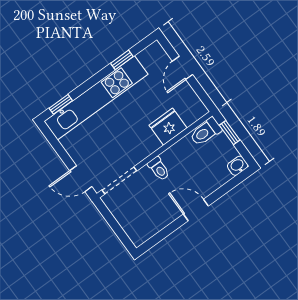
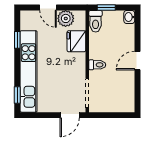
plant: (185, 96) -> (66, 18), added

